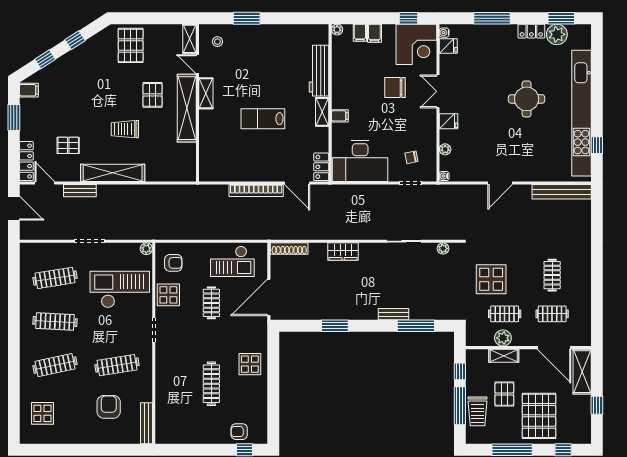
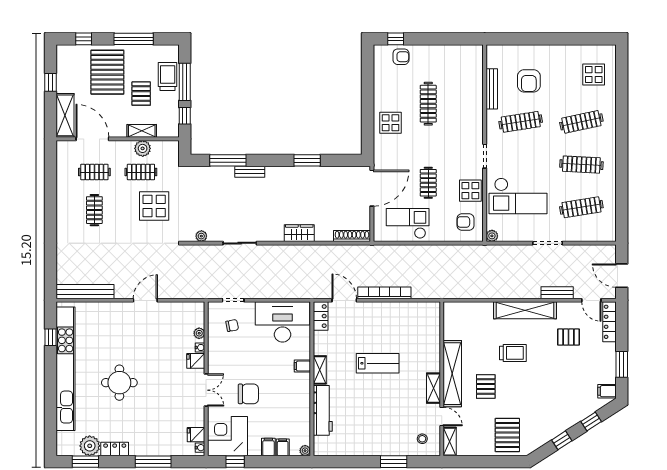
water cooler: (444, 176) -> (200, 347), moved
bench: (147, 423) -> (492, 89), moved

